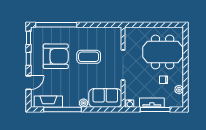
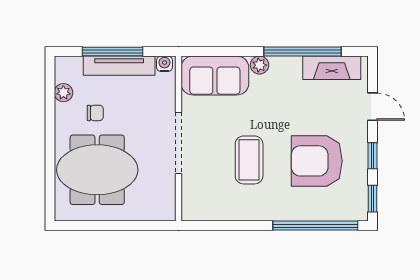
coffee table: (89, 57) -> (249, 160), turned 90
door: (28, 83) -> (373, 107), swing flipped
tv unit: (152, 103) -> (119, 66), width x1.41

